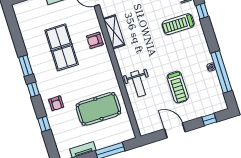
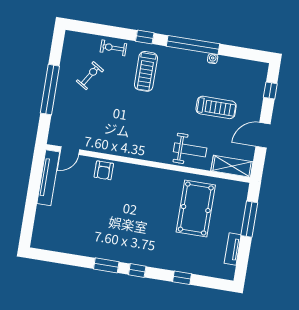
shelving: (114, 32) -> (232, 166), moved
armchair: (95, 40) -> (104, 170), moved
table tennis table: (62, 47) -> (106, 215), removed
window: (221, 72) -> (193, 45), moved
armchair: (56, 103) -> (166, 253), removed

